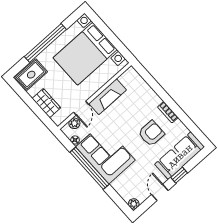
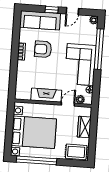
window: (45, 43) -> (37, 160), moved
window: (90, 168) -> (99, 49), moved

